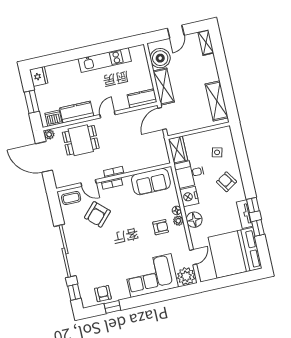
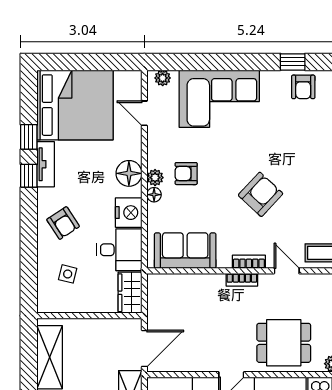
armchair: (97, 214) -> (261, 194), moved
door: (193, 257) -> (144, 113), hinge flipped
plant: (186, 276) -> (163, 78), width x0.53, depth x0.53

